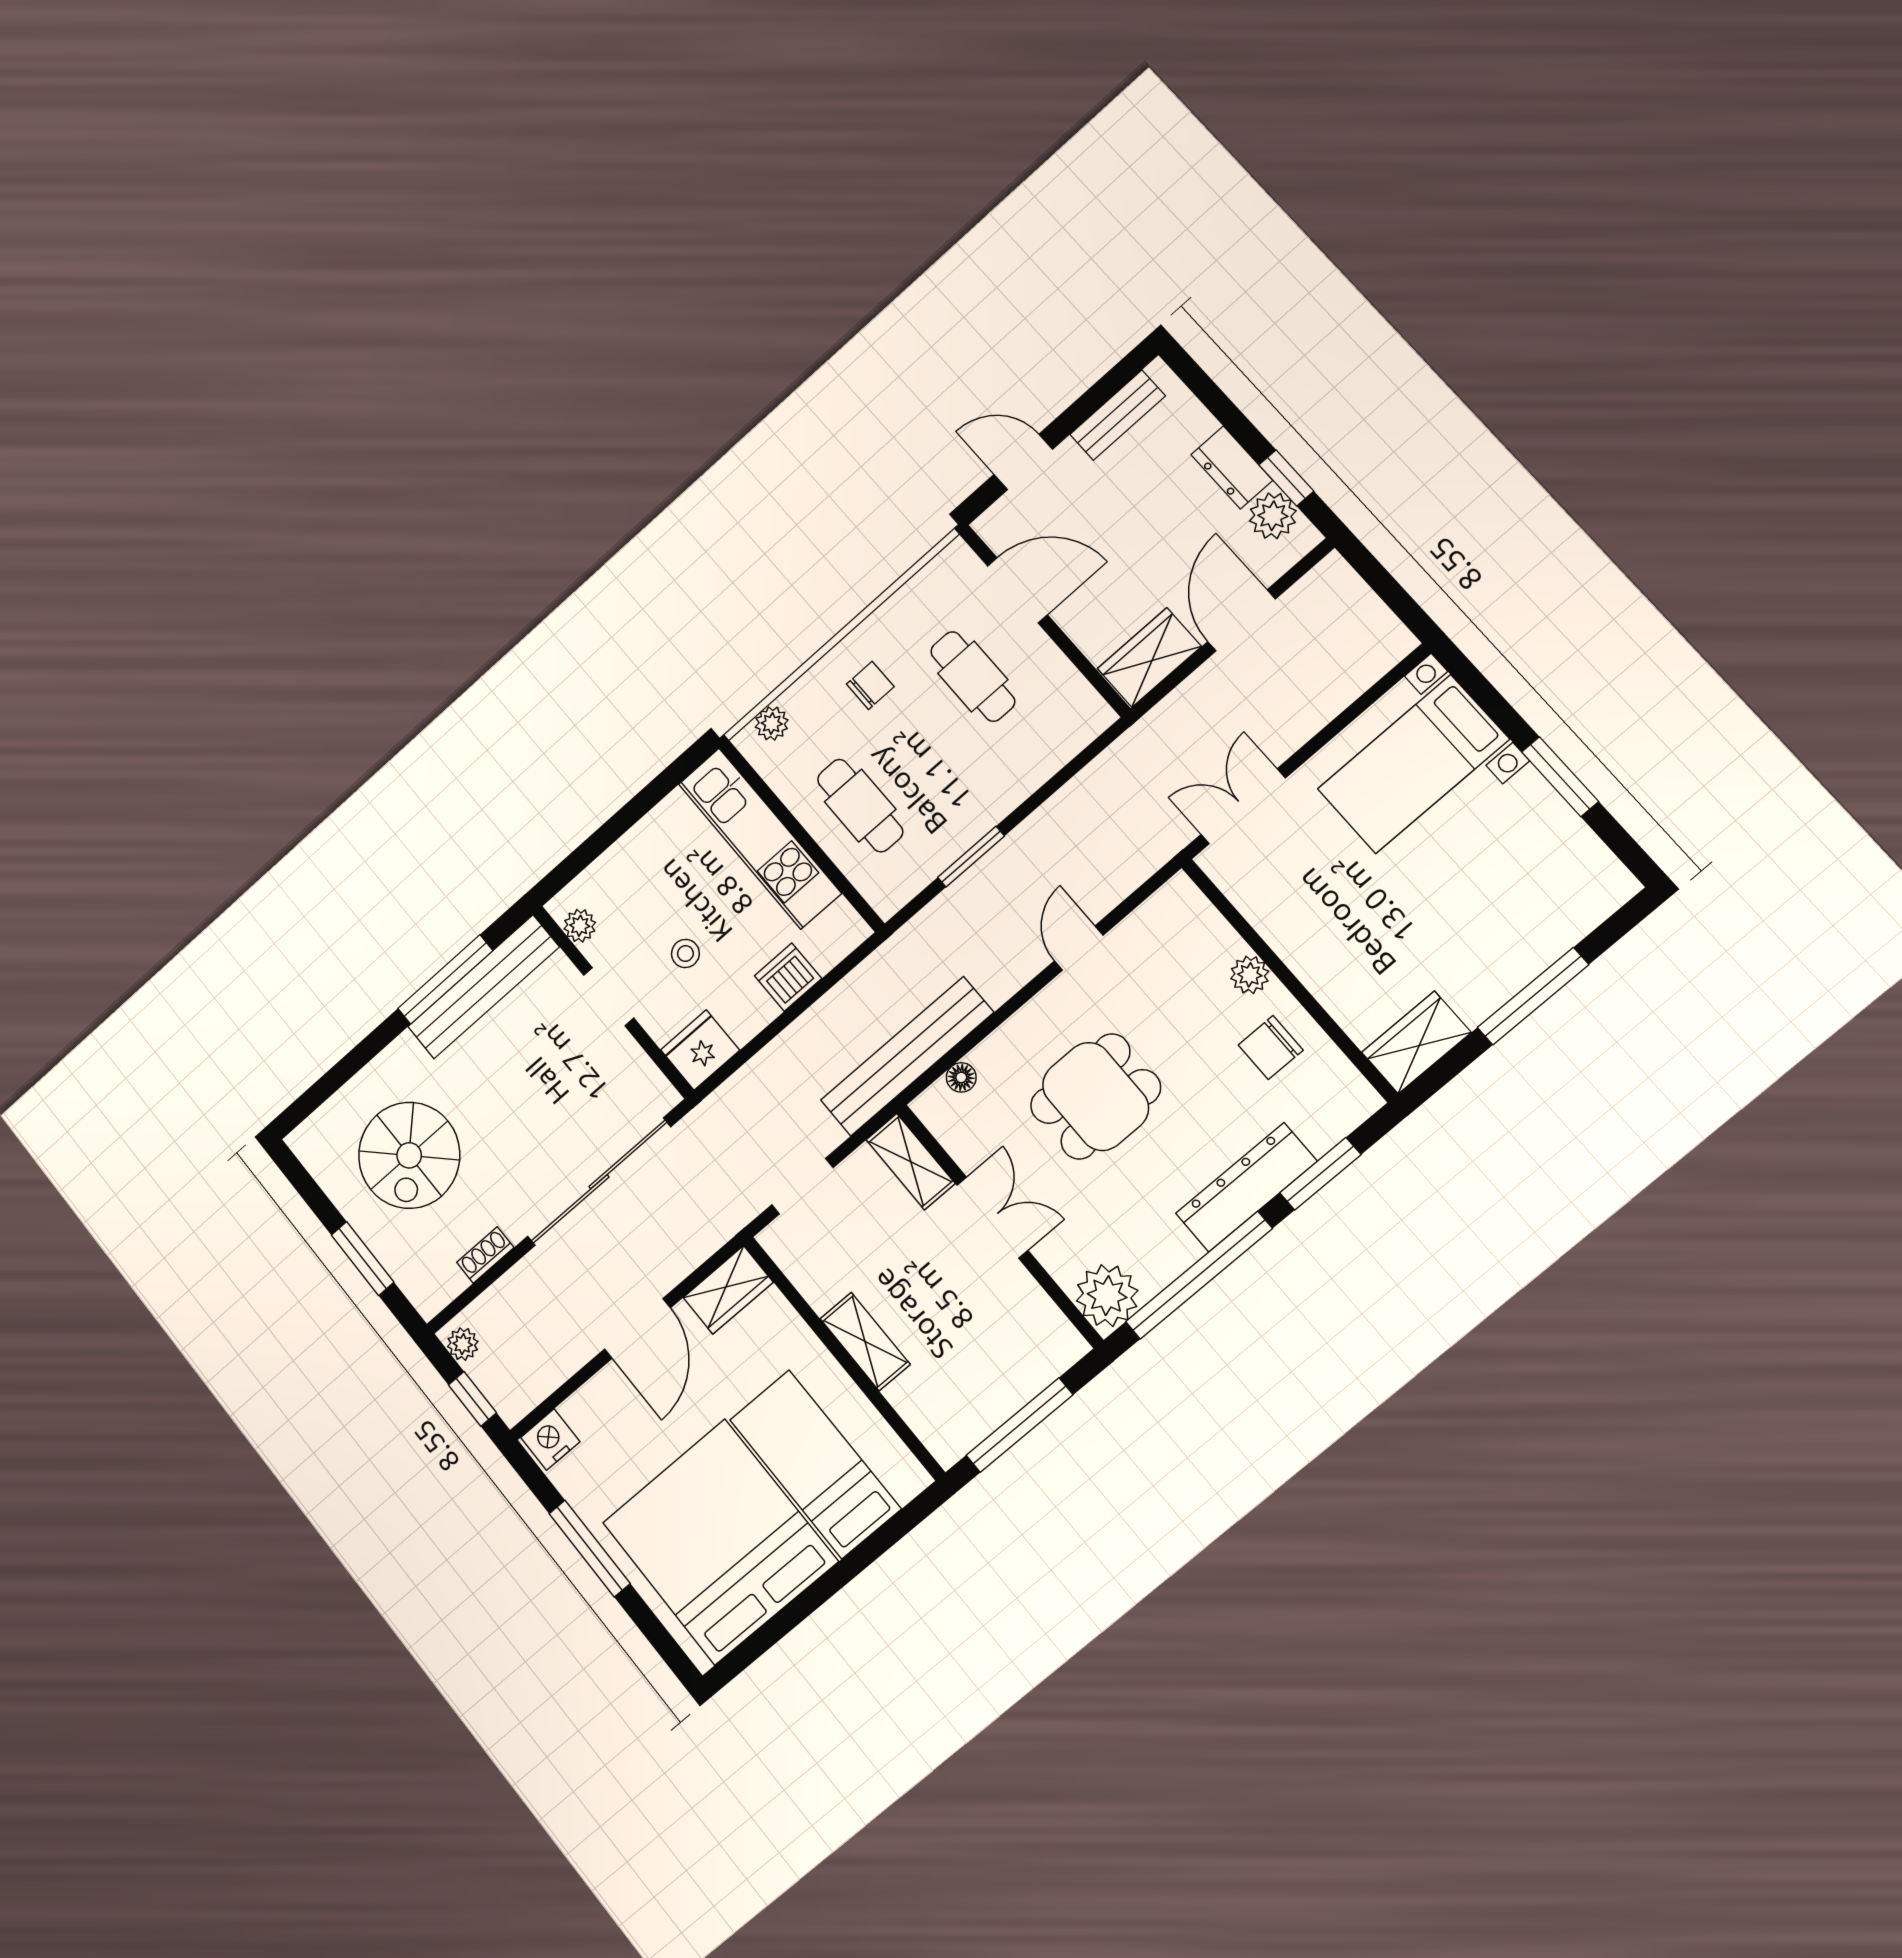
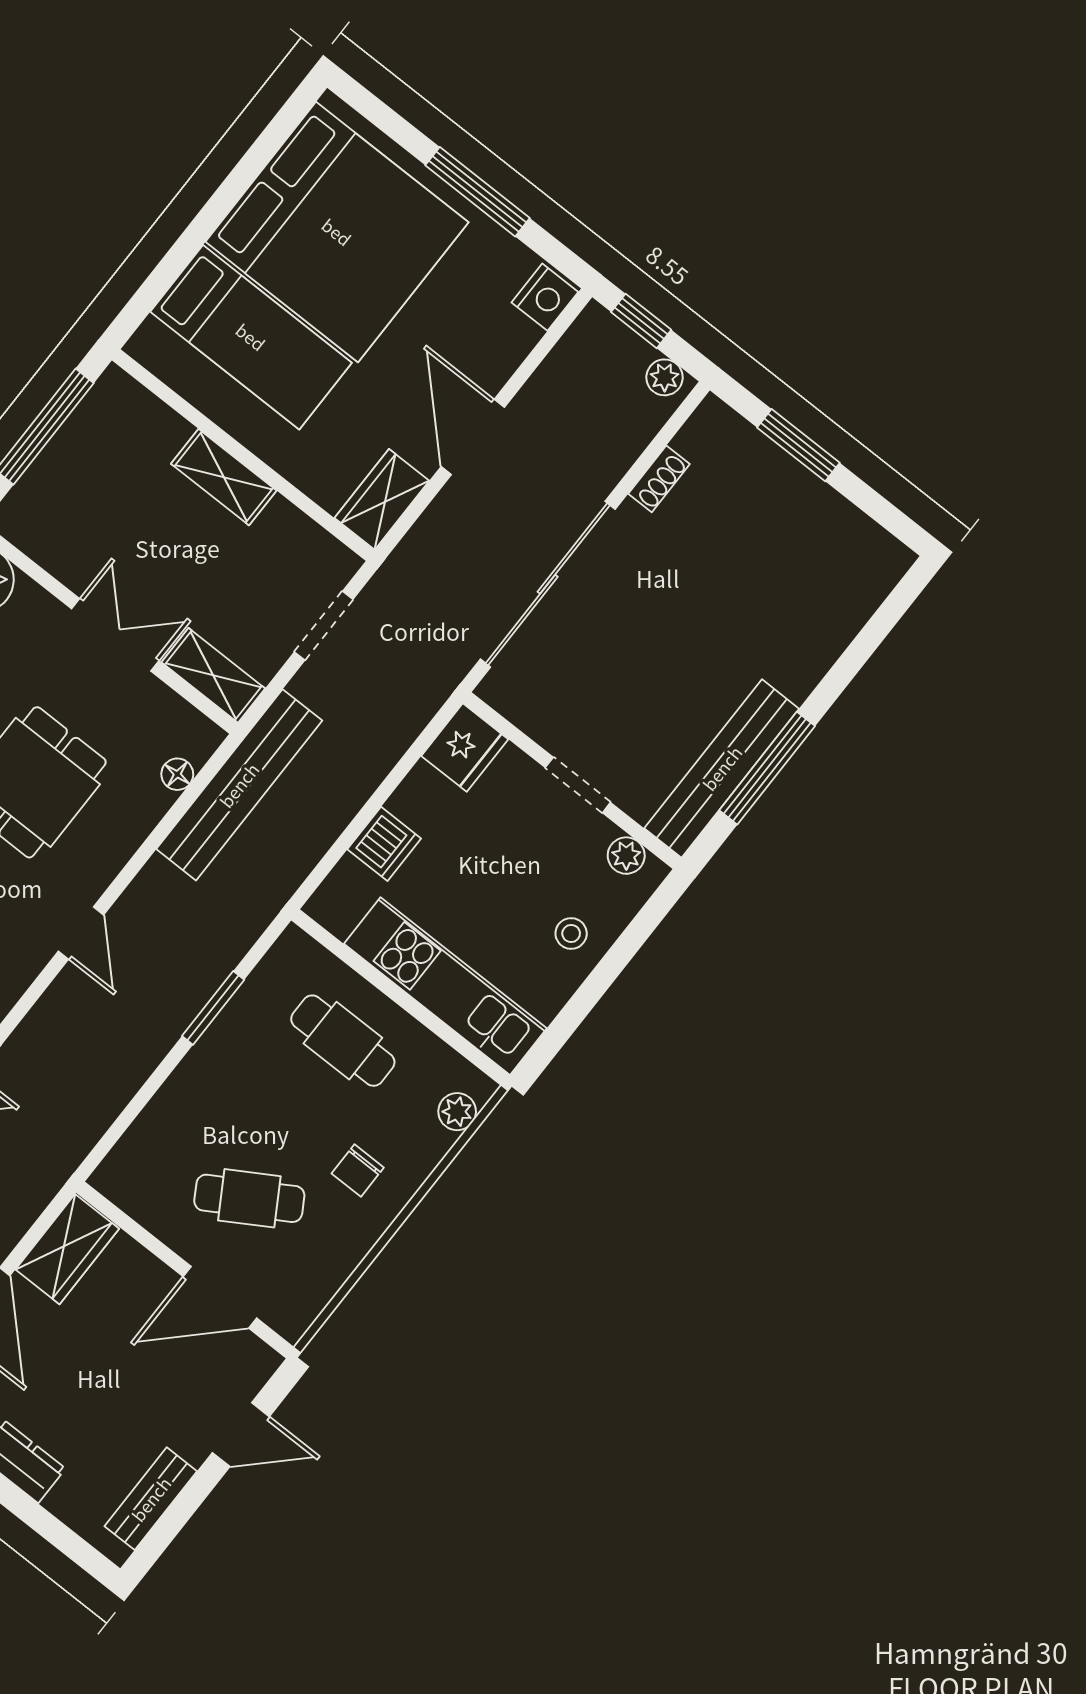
cafe table: (973, 677) -> (249, 1198), turned -31
stool: (685, 954) -> (571, 933), moved
spiral stairs: (409, 1155) -> (768, 569), removed
double door: (993, 1218) -> (115, 635), swing flipped

